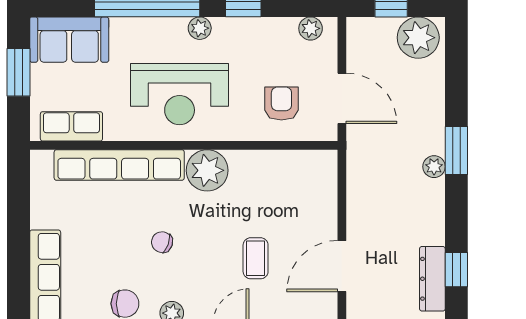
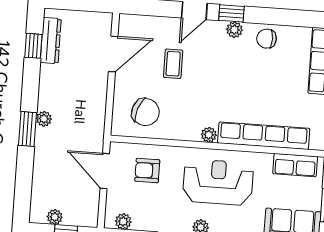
plant: (418, 38) -> (55, 217), width x0.53, depth x0.53
armchair: (281, 104) -> (147, 170), turned 90
plant: (207, 170) -> (209, 135), width x0.53, depth x0.53
chair: (162, 242) -> (145, 112), moved, width x1.87, depth x1.87

